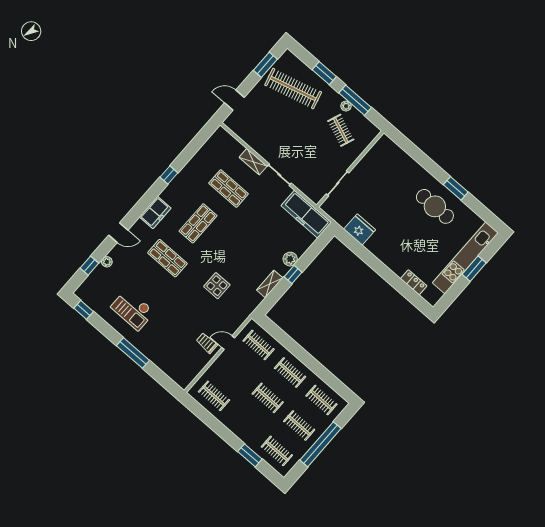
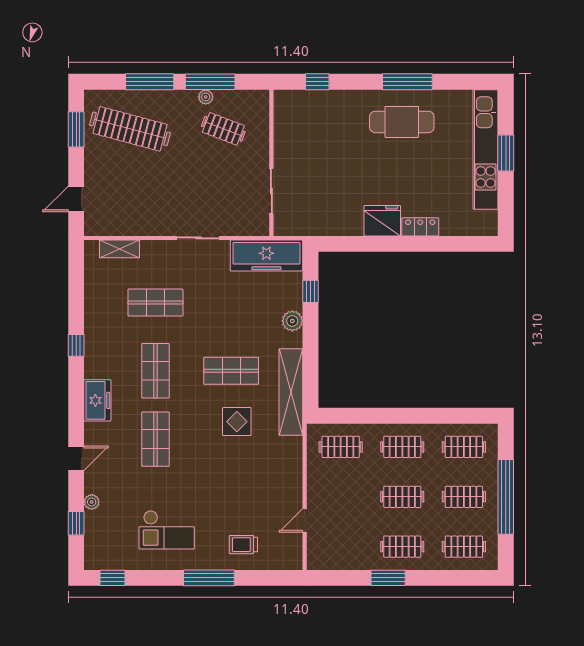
window: (324, 73) -> (150, 82), width x1.44
clothes rail: (293, 89) -> (130, 129), turned 30
window: (410, 148) -> (317, 82), added
shelving: (253, 162) -> (120, 249), moved
window: (456, 188) -> (407, 82), width x1.44
fridge: (360, 229) -> (382, 221), moved
shop shelf: (237, 257) -> (231, 371), added
shop shelf: (167, 258) -> (155, 439), turned 90
window: (293, 275) -> (310, 291), moved
locker: (414, 282) -> (420, 227), moved
shelving: (270, 284) -> (291, 392), width x2.20, depth x1.33
trolley: (207, 343) -> (243, 545), moved
door: (228, 343) -> (305, 520), moved
clothes rail: (214, 396) -> (402, 547), moved
window: (250, 455) -> (388, 578), moved

